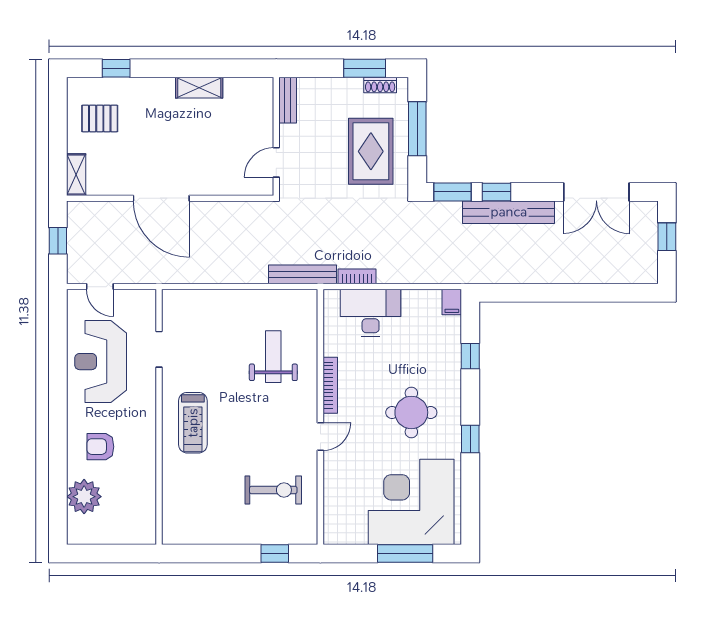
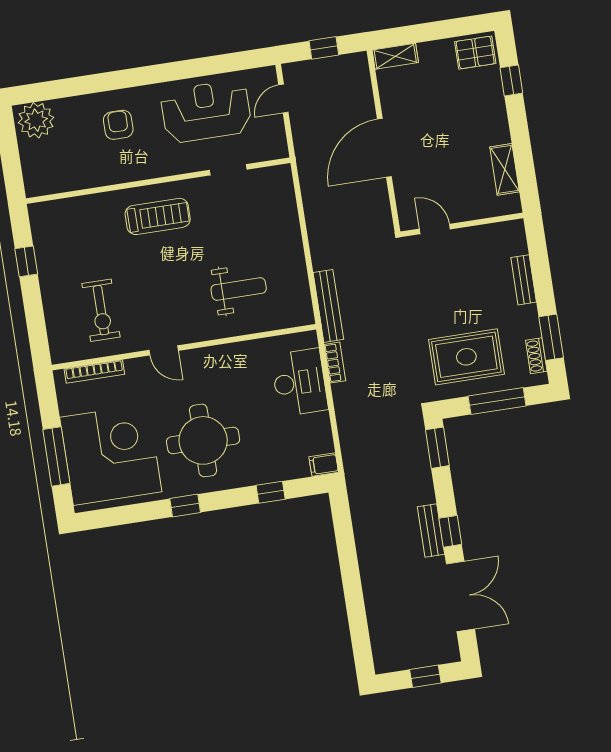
bench: (288, 100) -> (524, 280), moved, turned 90
pallet: (100, 118) -> (475, 53), moved, turned 90
wall: (276, 136) -> (462, 225), moved
door: (276, 162) -> (435, 229), moved
window: (496, 192) -> (450, 531), moved
double door: (596, 192) -> (460, 596), swing flipped
bench: (509, 212) -> (431, 530), width x0.54, depth x0.82
bookcase: (330, 385) -> (94, 372), moved
round table: (411, 412) -> (203, 440), width x1.36, depth x1.36
treadmill: (193, 423) -> (158, 216), turned 180
plant: (84, 497) -> (36, 120), moved
window: (275, 553) -> (26, 261), moved

